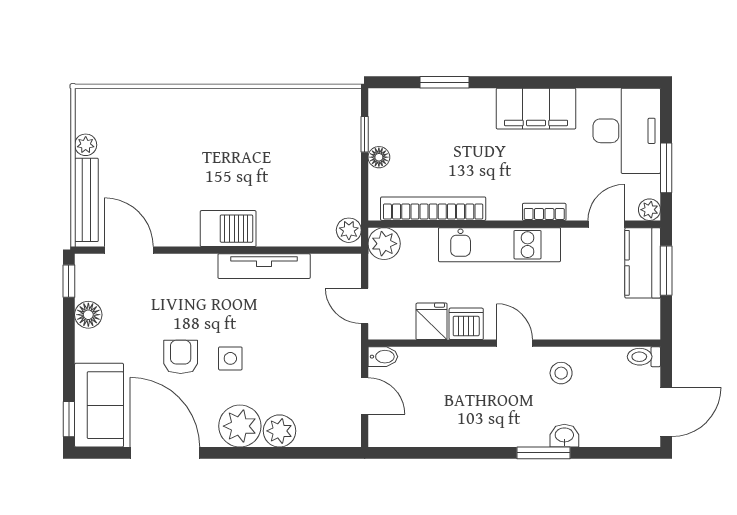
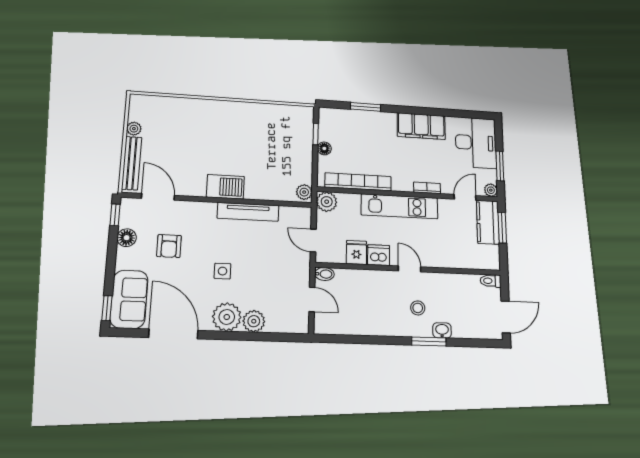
armchair: (181, 357) -> (169, 246), moved, turned 180
stool: (561, 373) -> (418, 308), moved

